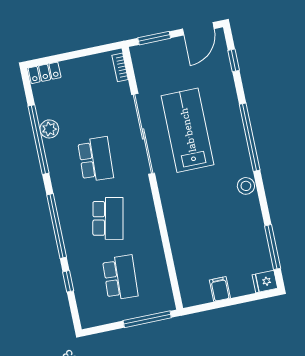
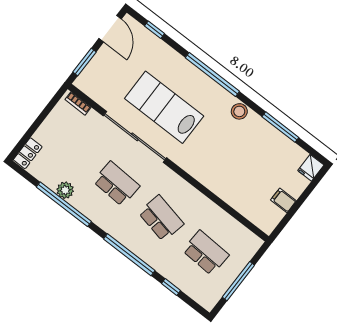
window: (273, 247) -> (280, 127), moved
window: (147, 319) -> (238, 281), moved

